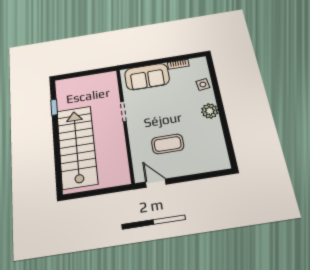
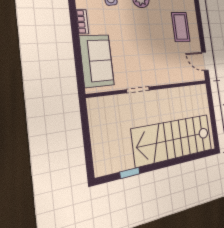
coffee table: (168, 144) -> (181, 27), moved
door: (156, 183) -> (205, 61), hinge flipped

